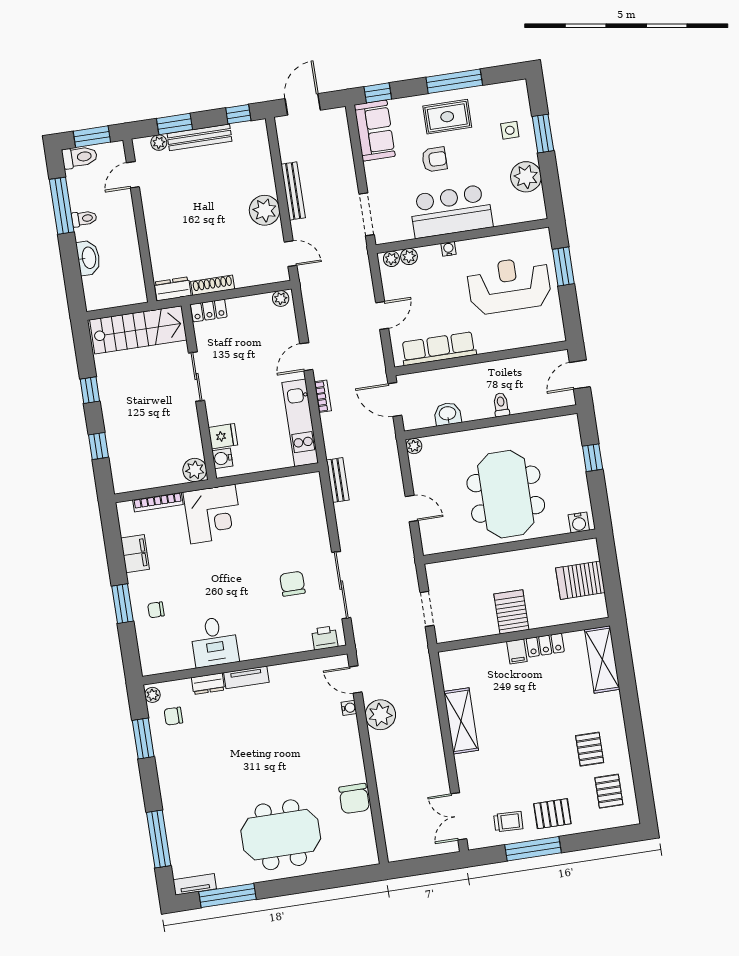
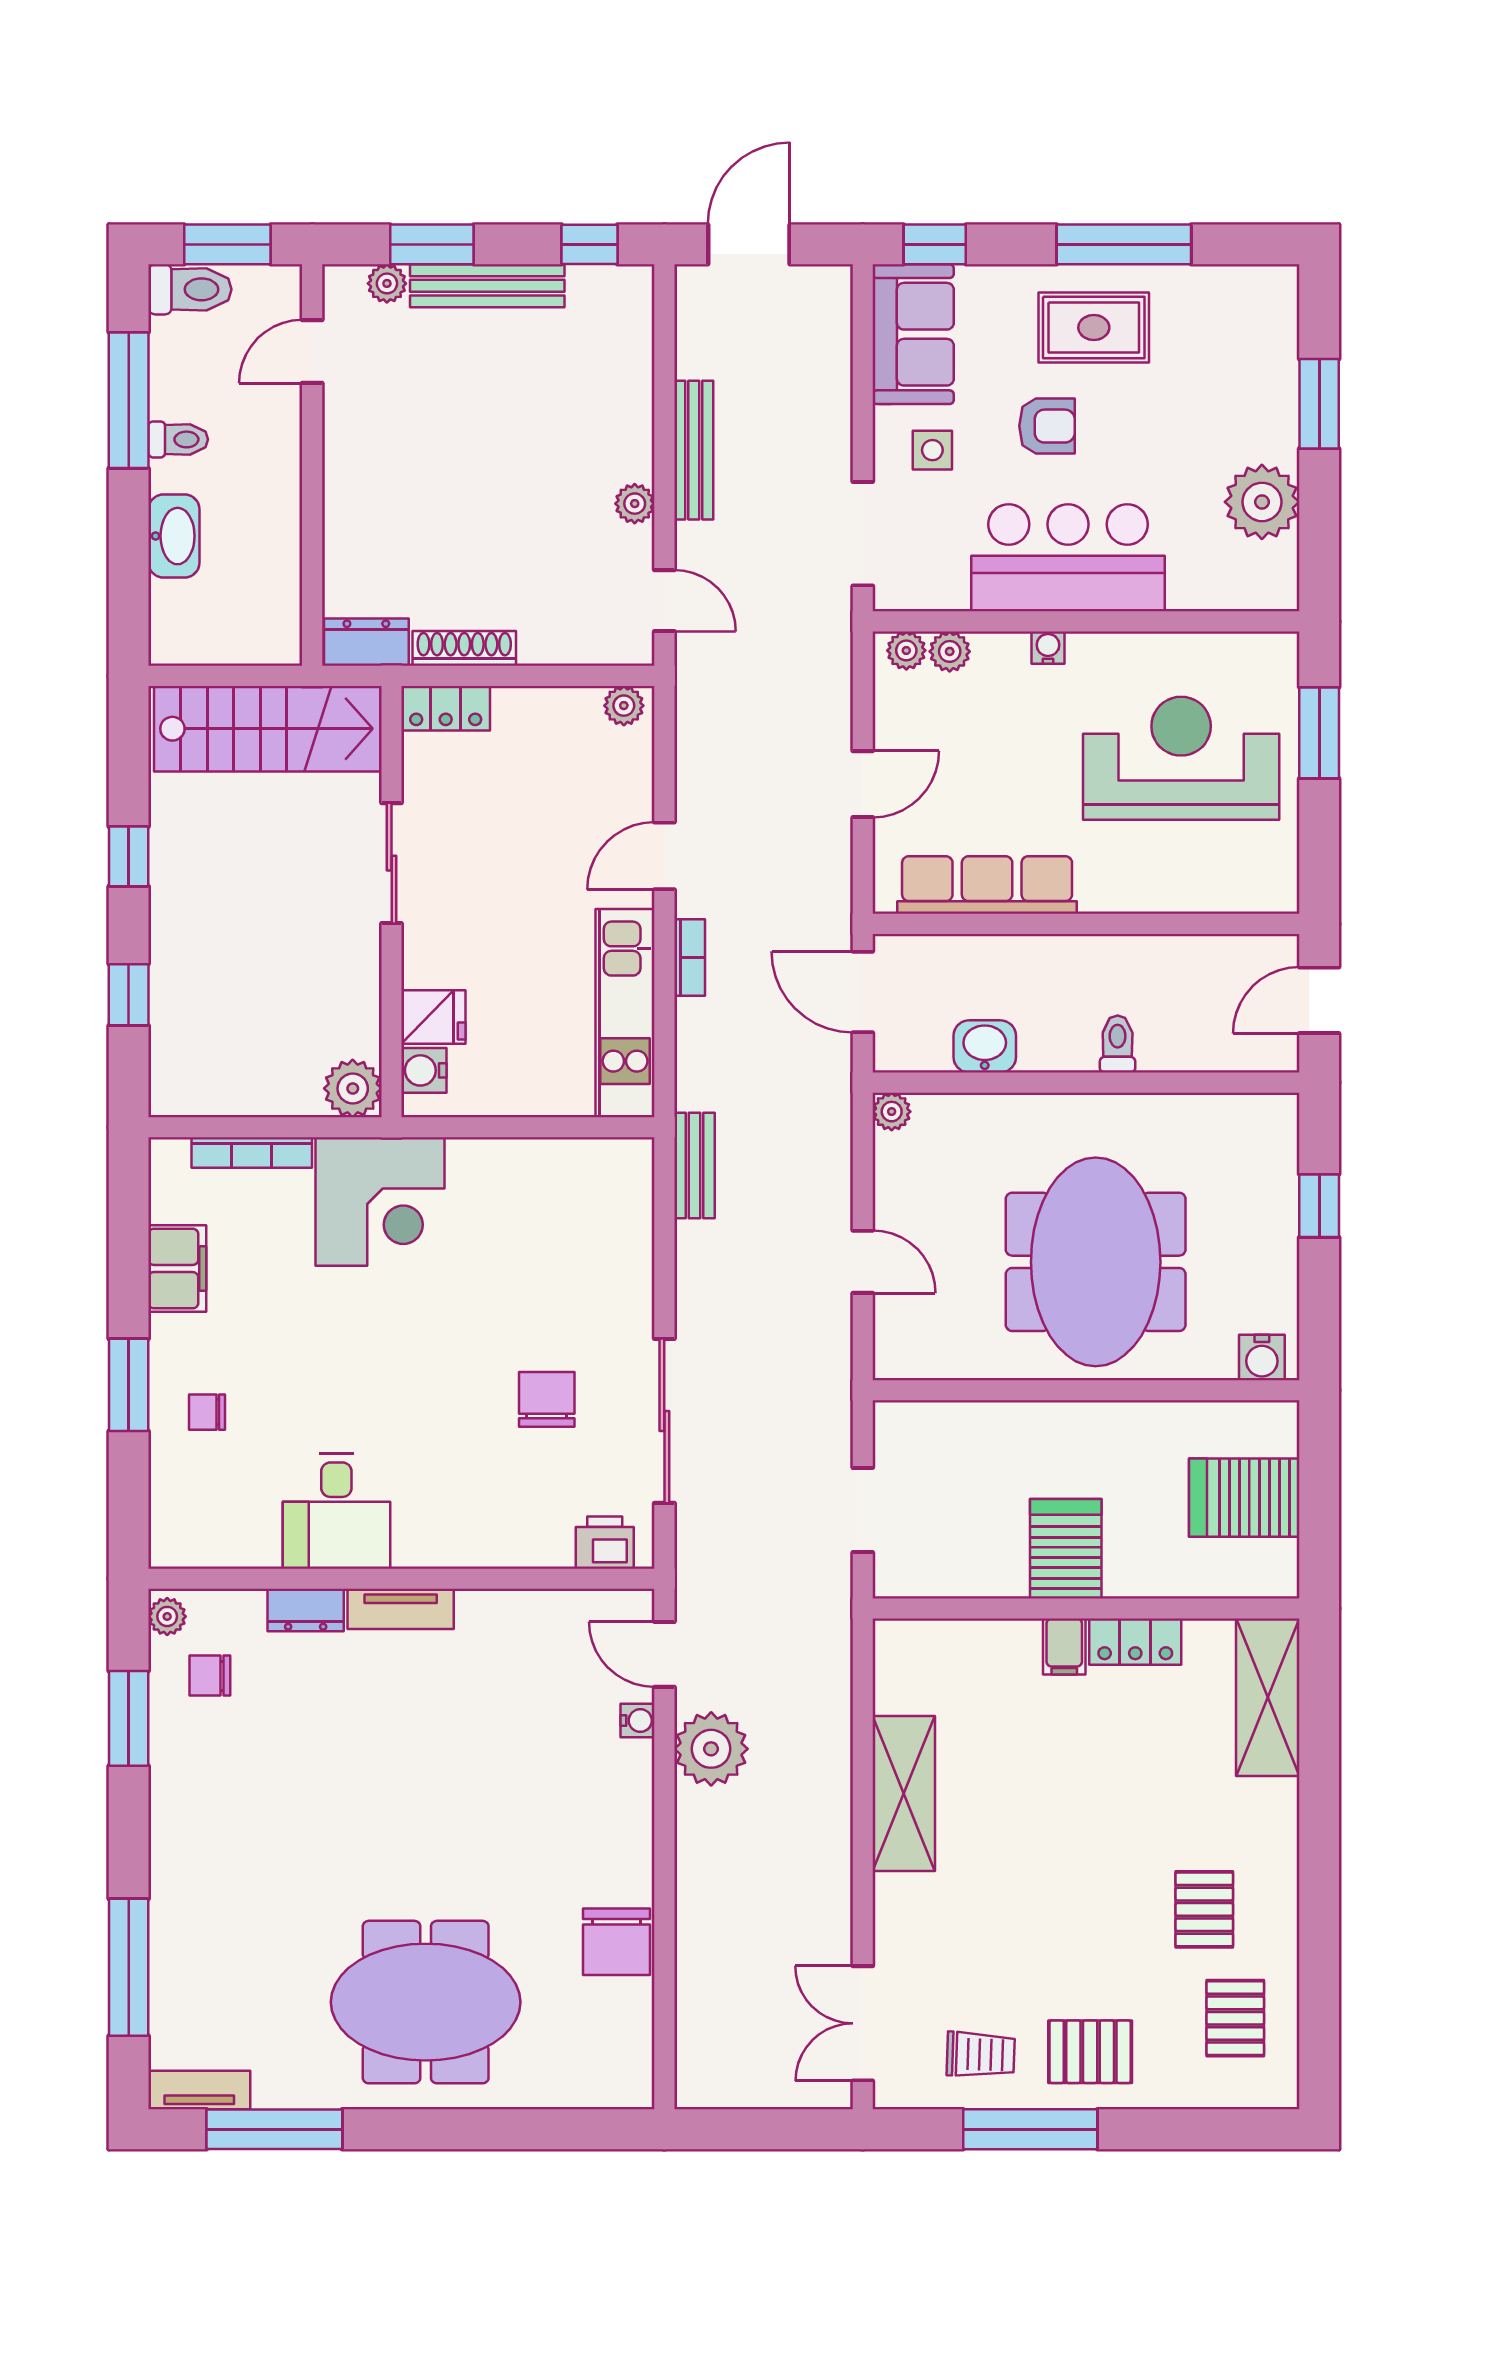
side table: (510, 130) -> (932, 450), moved
plant: (265, 210) -> (635, 504), width x0.53, depth x0.53

